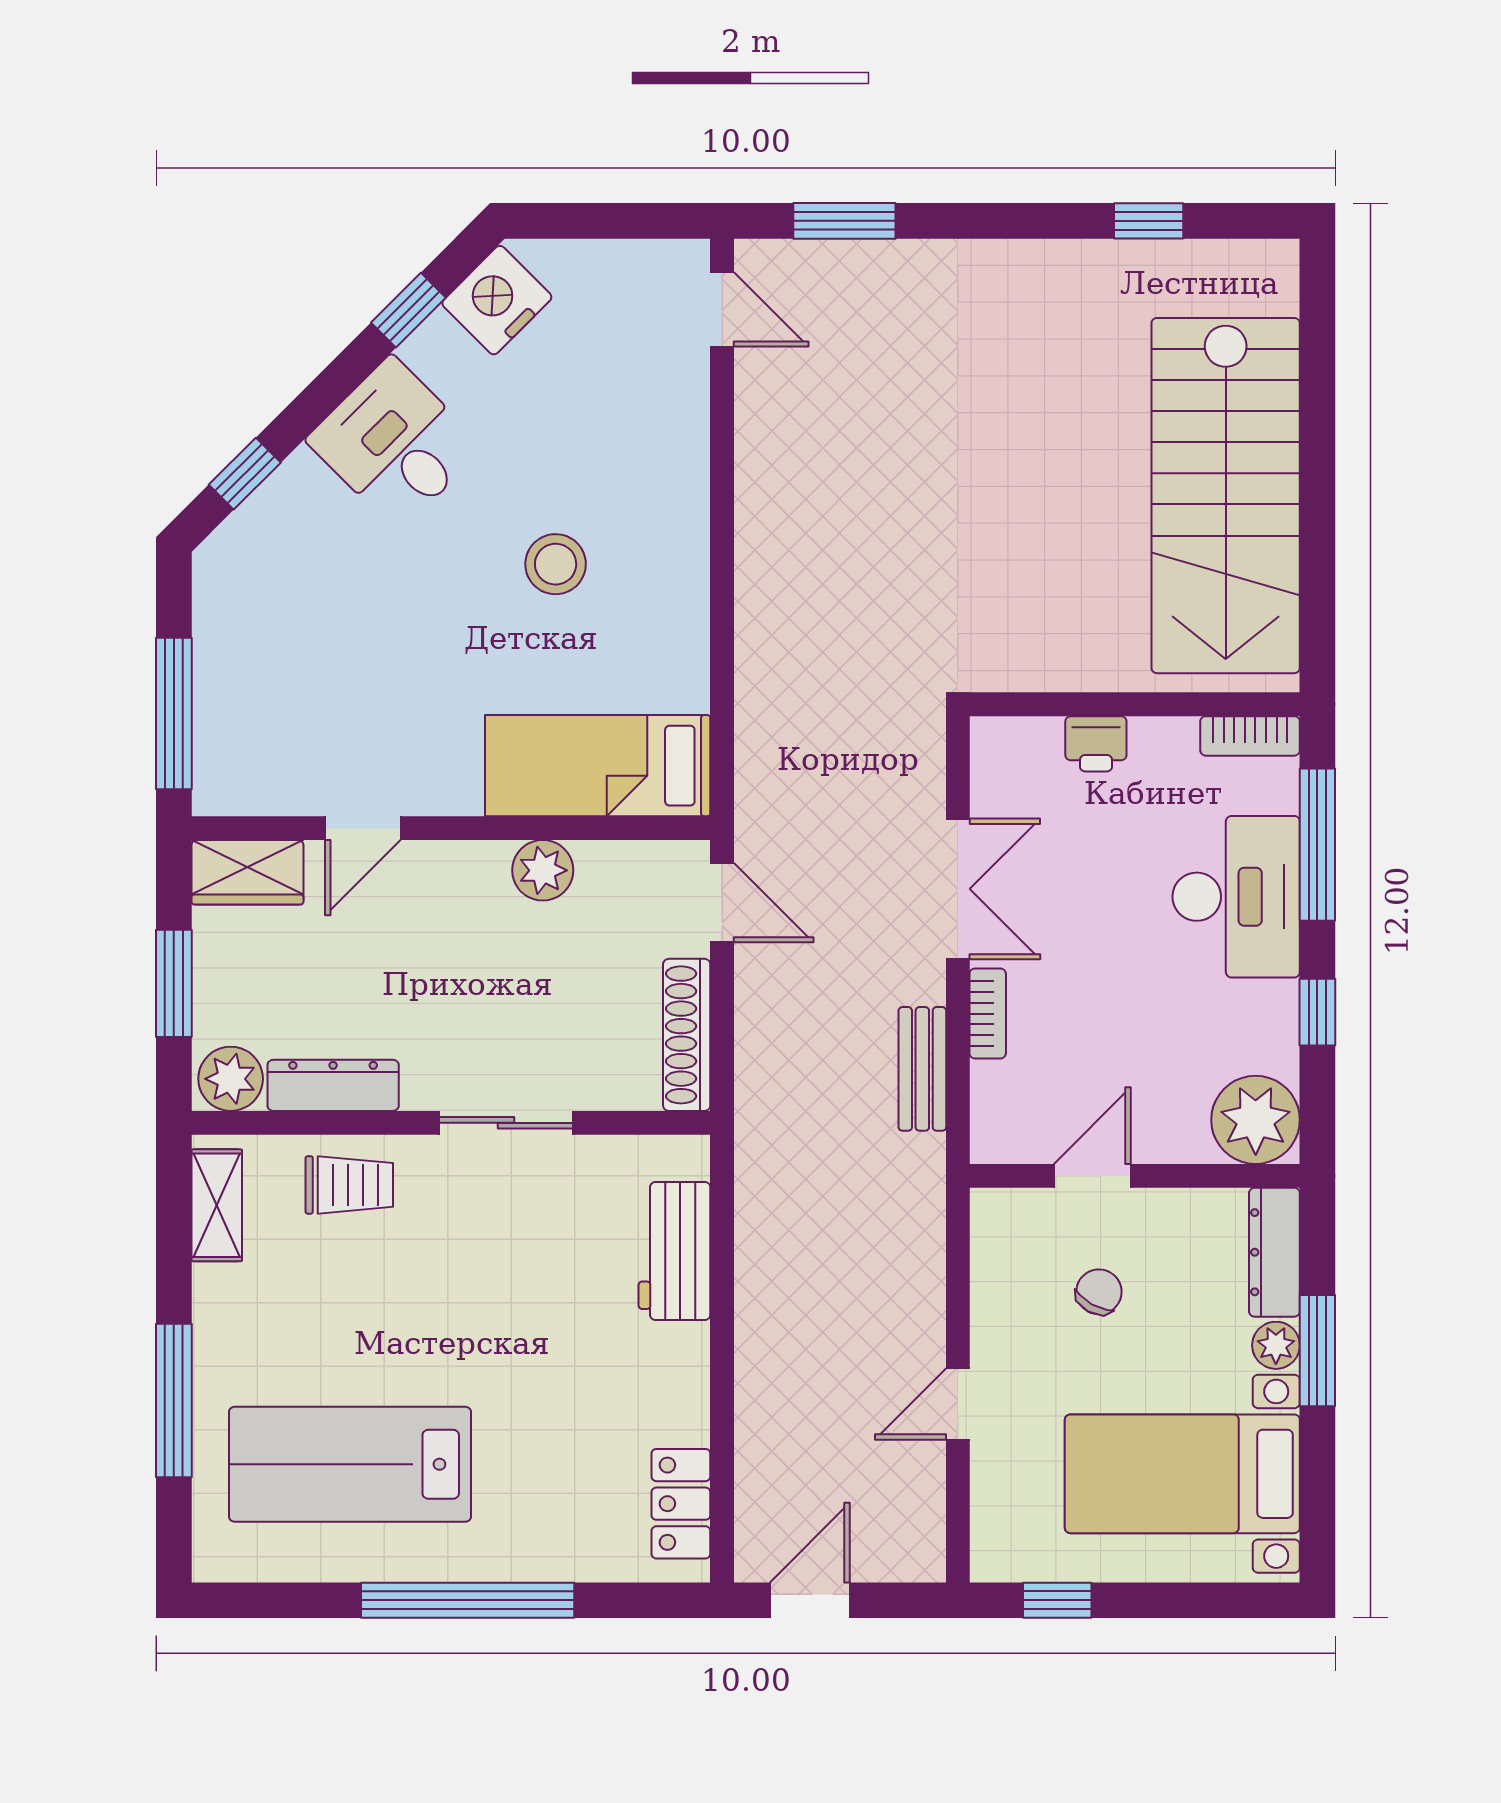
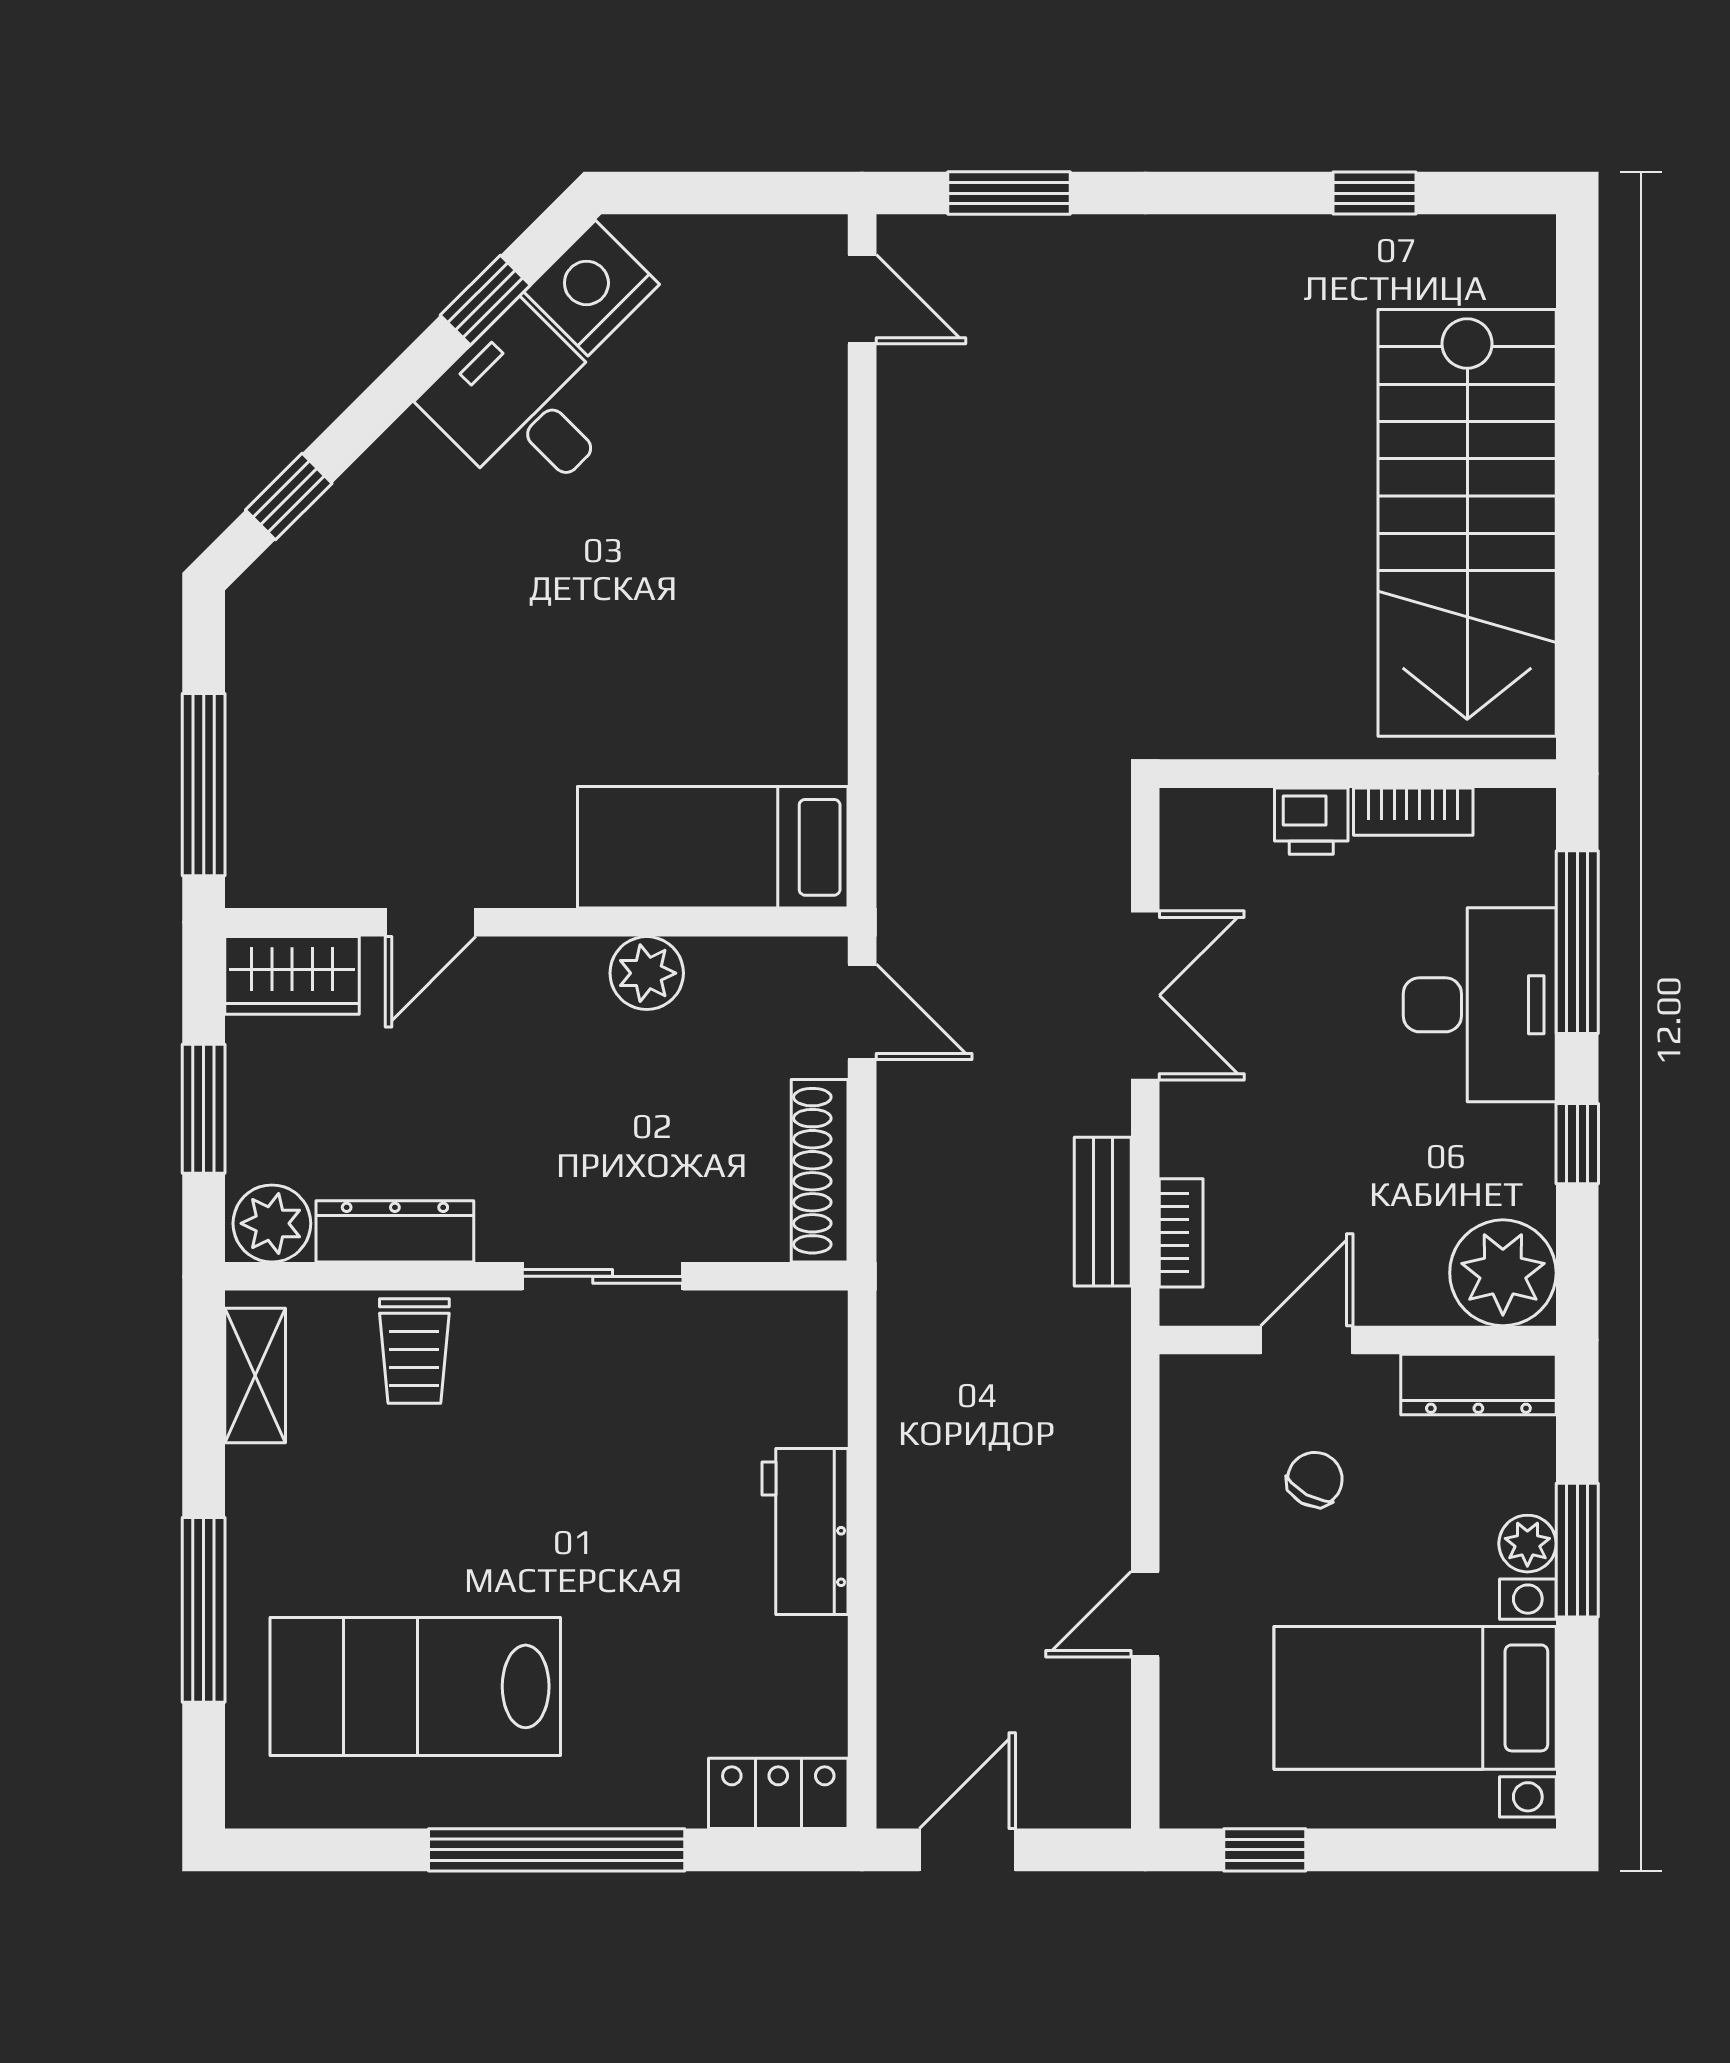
desk: (395, 444) -> (524, 406), moved
stool: (556, 564) -> (662, 605), removed
bookcase: (1250, 736) -> (1413, 812), moved
bookcase: (988, 1014) -> (1181, 1233), moved
trolley: (349, 1185) -> (414, 1351), turned 90
workbench: (674, 1251) -> (805, 1532), moved
dresser: (1274, 1252) -> (1478, 1385), moved, turned -90
locker: (681, 1504) -> (778, 1793), moved, turned 90

